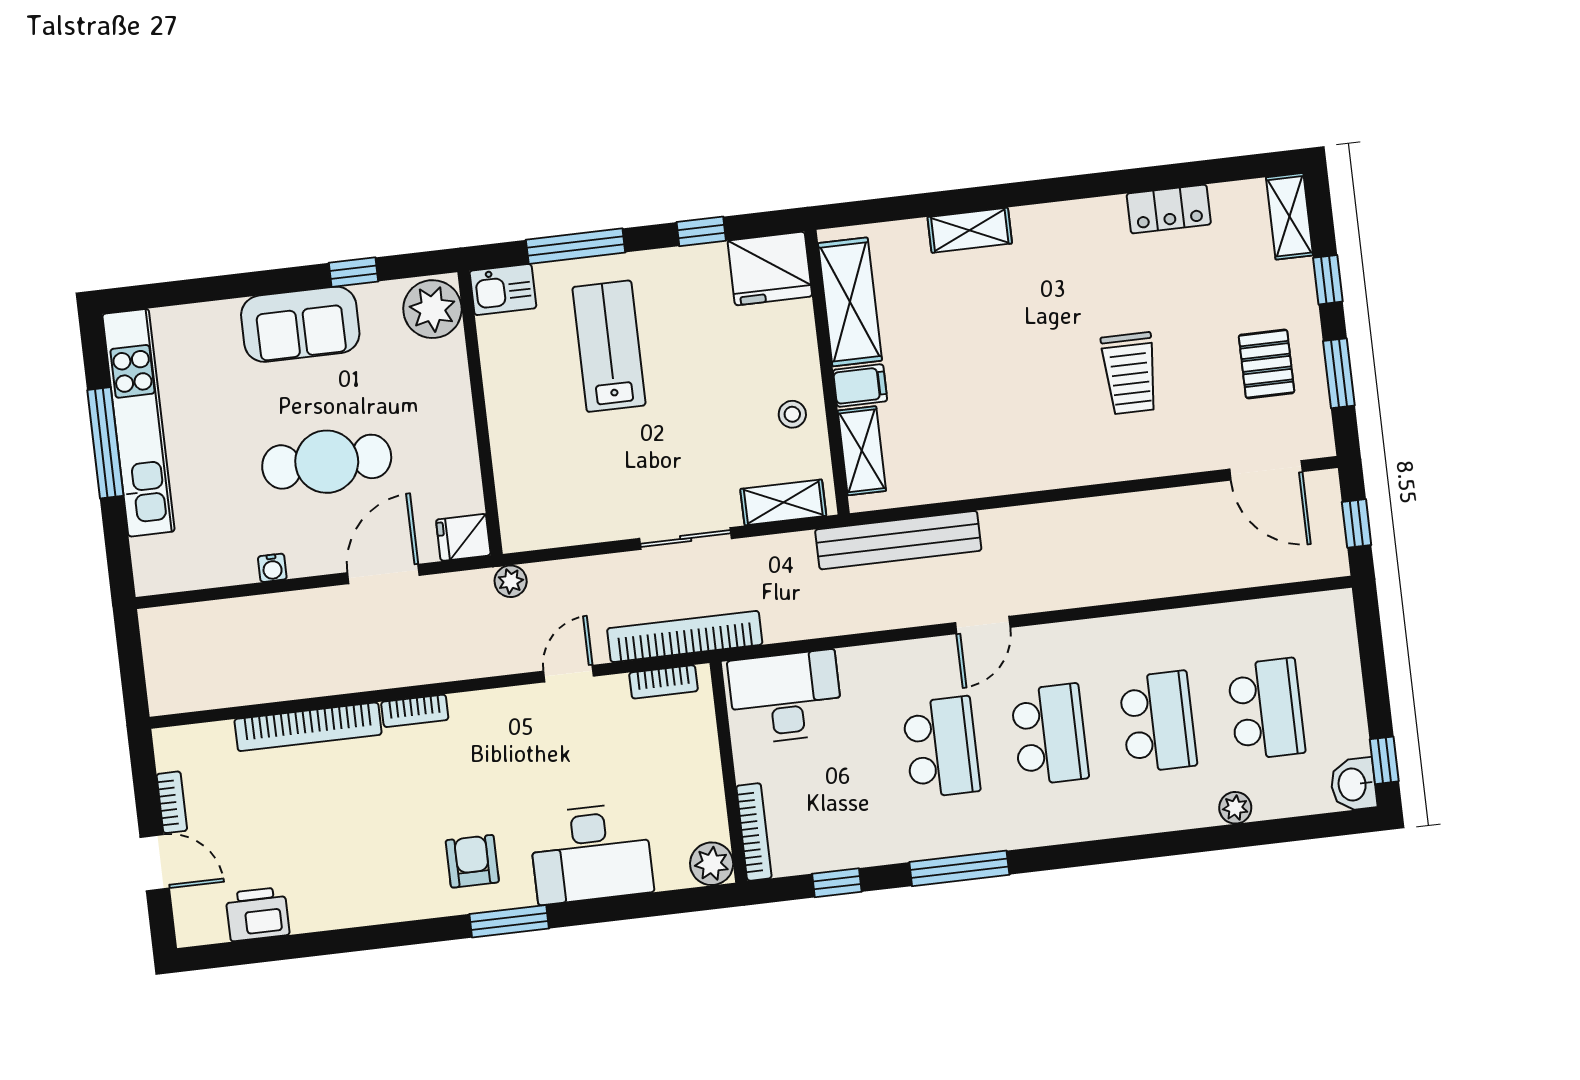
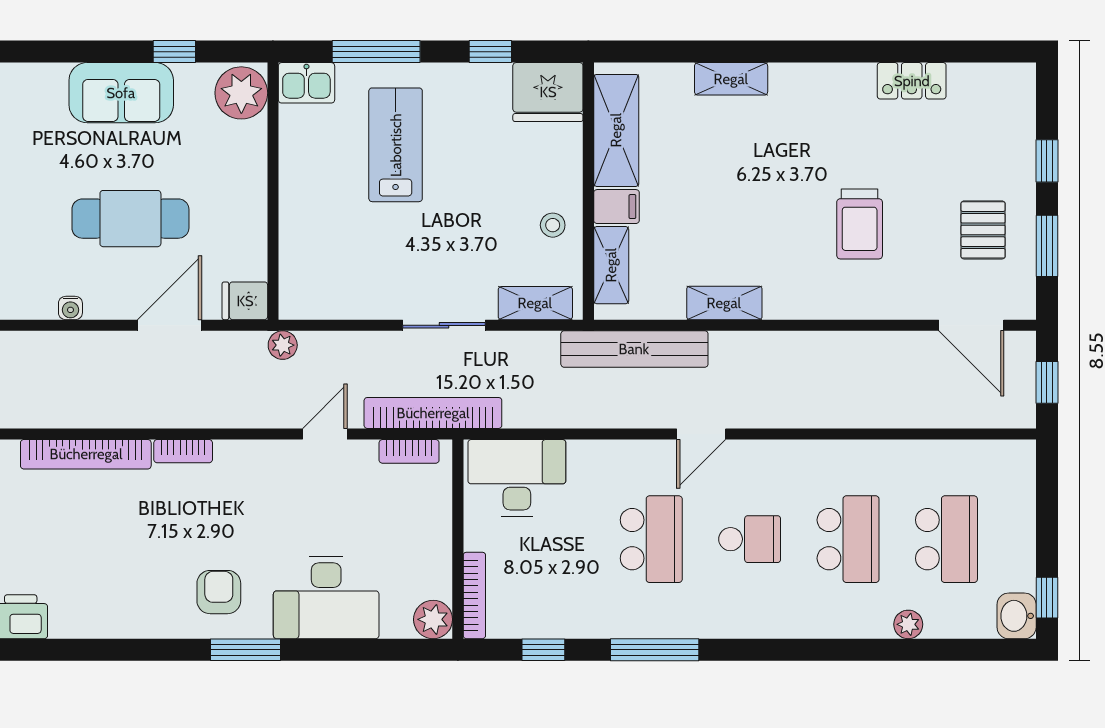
shelving: (1289, 216) -> (724, 303), moved, turned 90
school desk: (1050, 734) -> (750, 539), width x0.54

